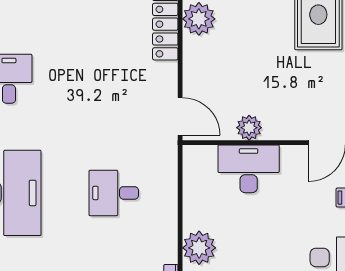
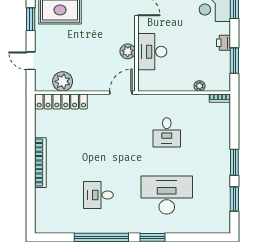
plant: (199, 248) -> (200, 86), width x0.53, depth x0.53

